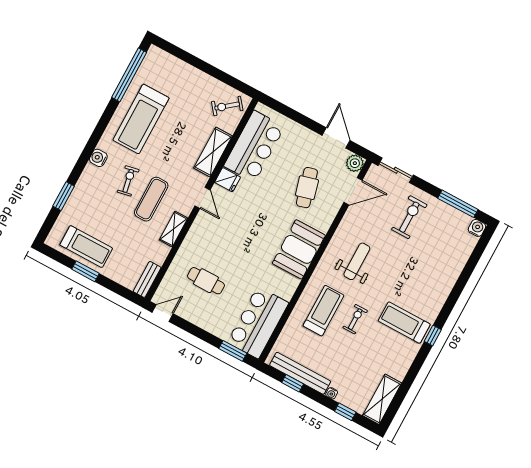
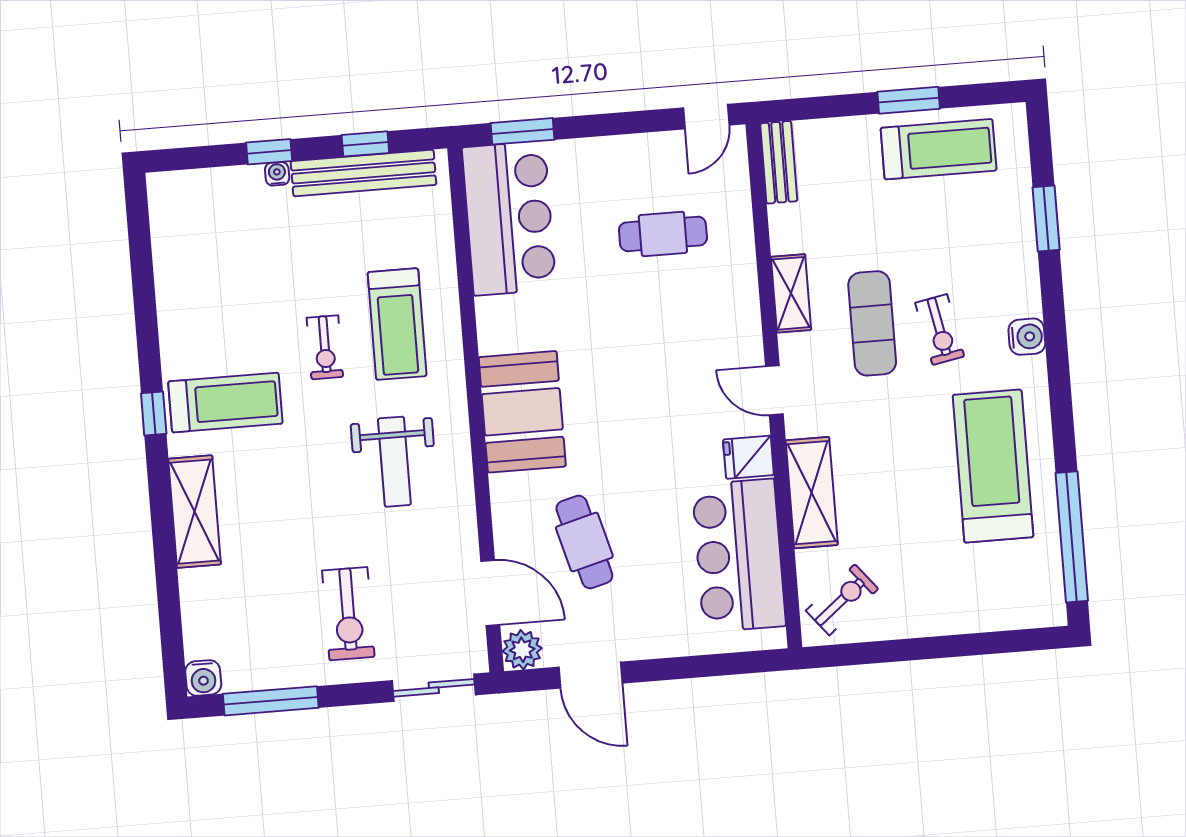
door: (353, 191) -> (490, 593), swing flipped
treadmill: (86, 247) -> (939, 149), turned 180
shelving: (382, 399) -> (195, 512), moved
window: (345, 412) -> (269, 152), moved

